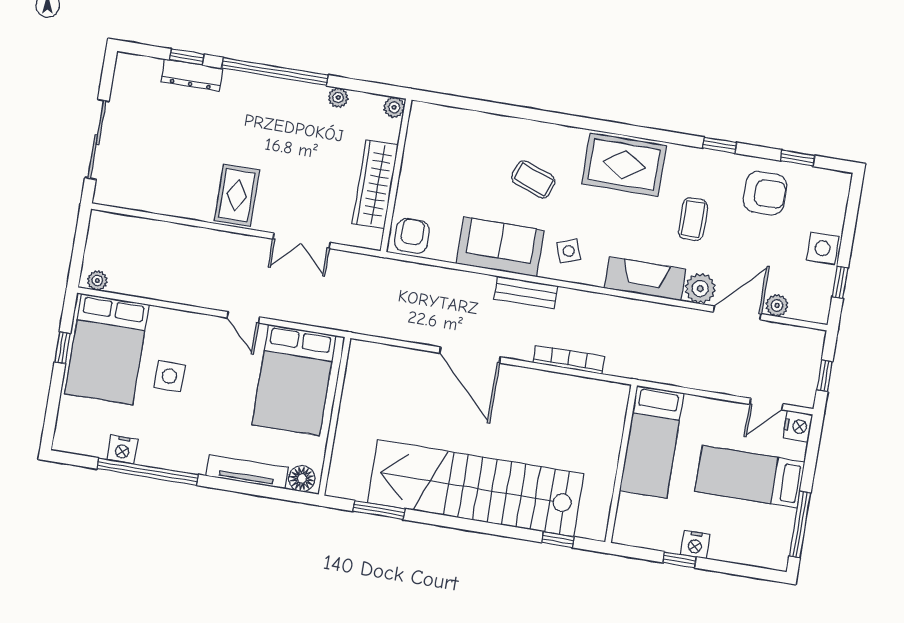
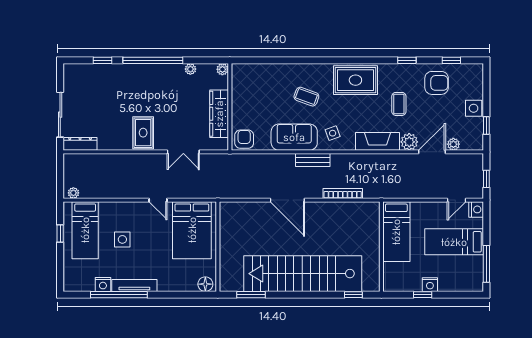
dresser: (192, 75) -> (80, 144), moved, turned 180
bed: (107, 349) -> (85, 230), width x0.67
tv unit: (247, 472) -> (134, 285), moved

